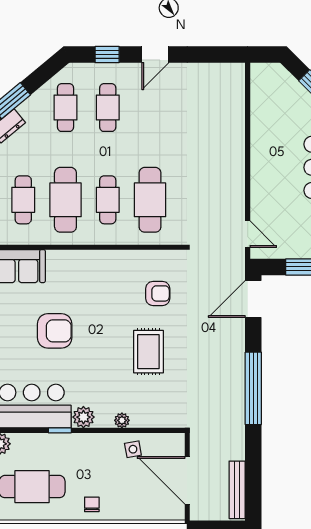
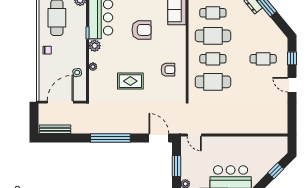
cafe table: (65, 108) -> (263, 36), removed
door: (248, 234) -> (194, 135), hinge flipped
armchair: (158, 293) -> (168, 70), moved, turned -90
armchair: (55, 331) -> (142, 30), turned -90

